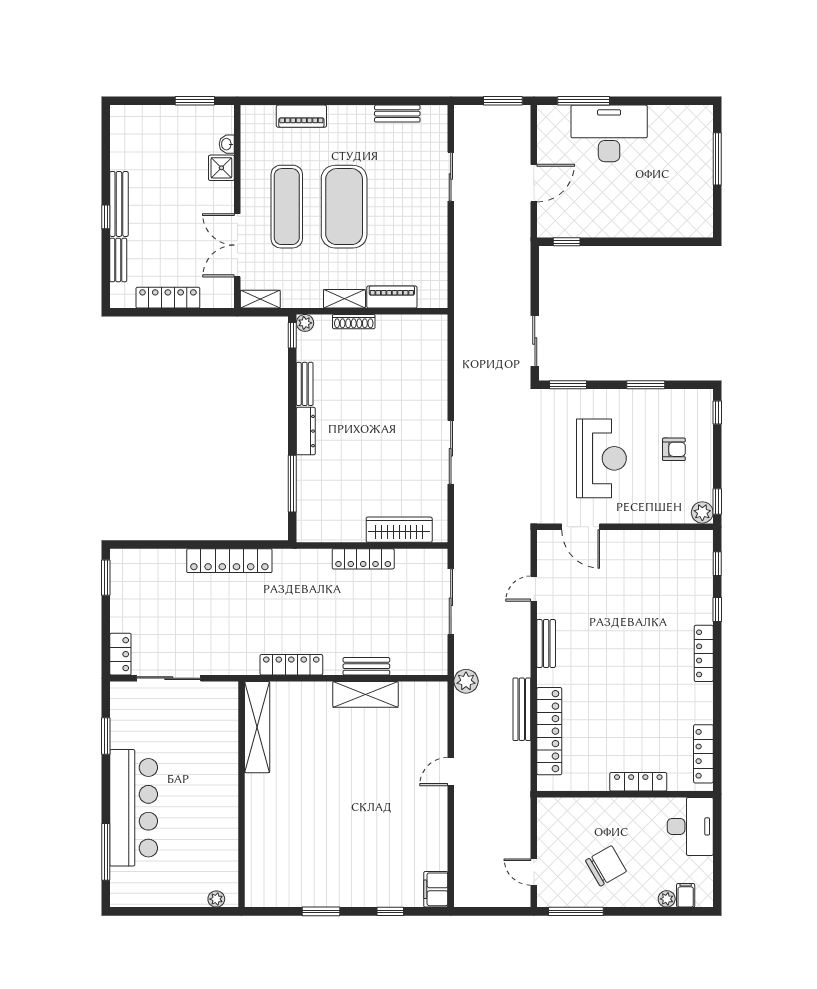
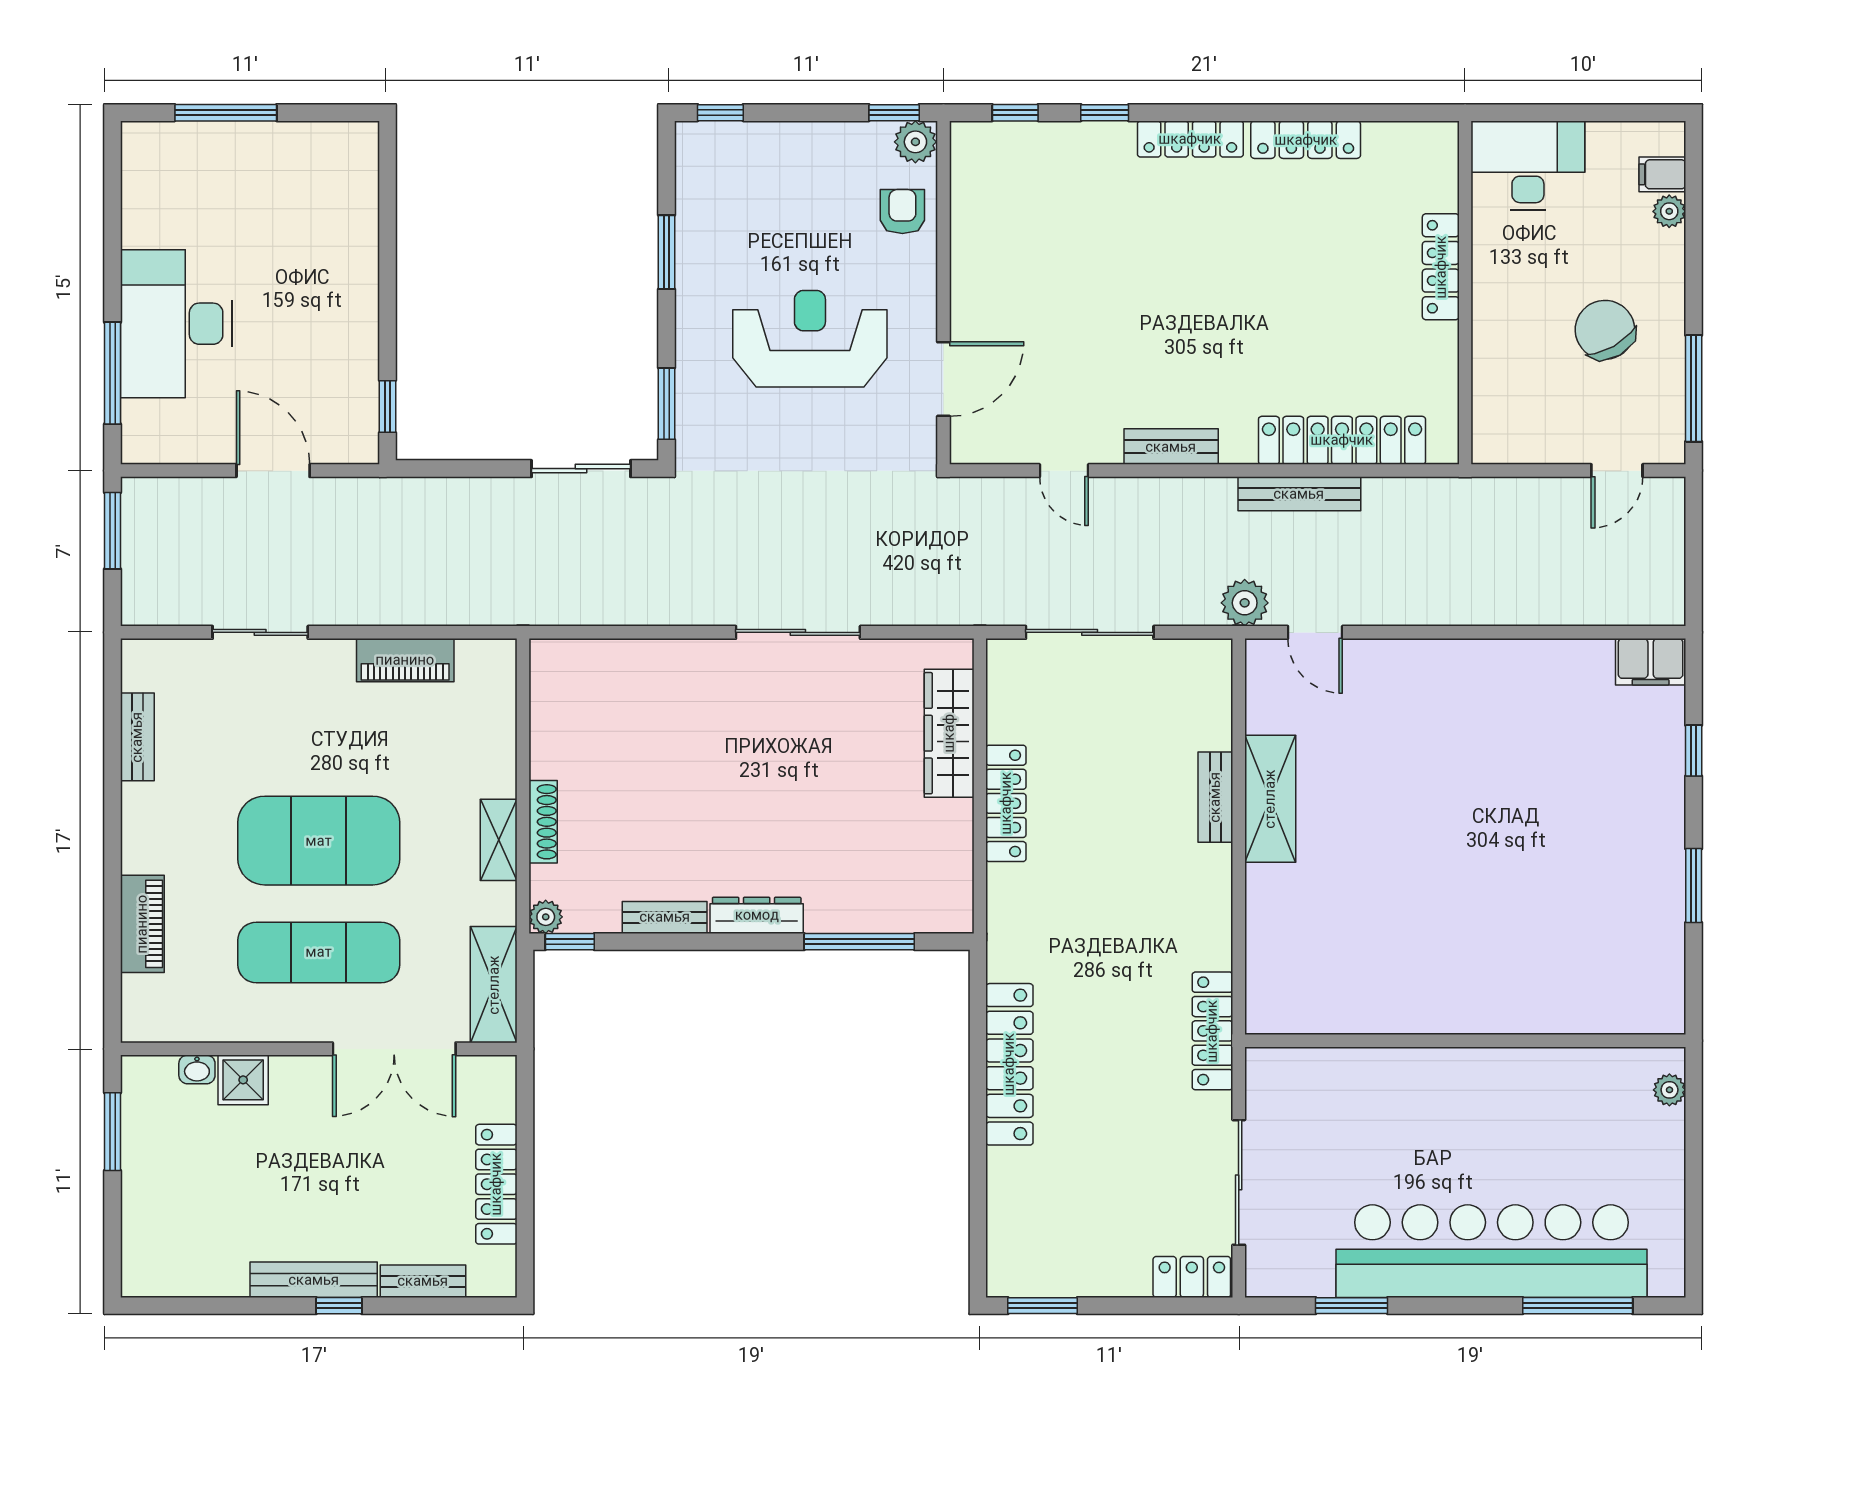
piano: (392, 297) -> (405, 660), moved, turned -90
shelving: (260, 299) -> (494, 985), width x1.50, depth x1.33
armchair: (674, 449) -> (902, 212), moved
locker: (291, 665) -> (1212, 1031), moved
shelving: (257, 727) -> (1334, 1010), removed
locker: (703, 754) -> (1306, 140), moved
door: (451, 772) -> (1315, 632), moved
bar counter: (134, 808) -> (1491, 1251), width x1.36

